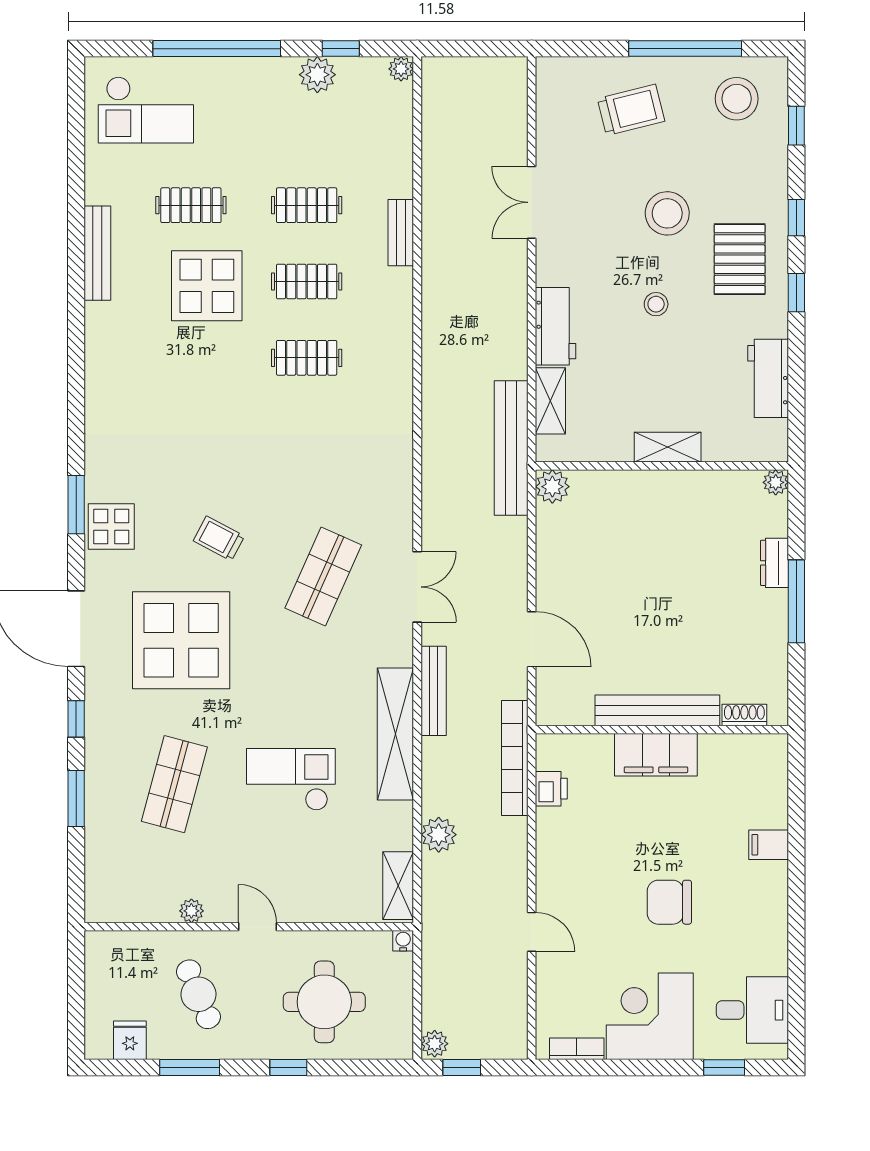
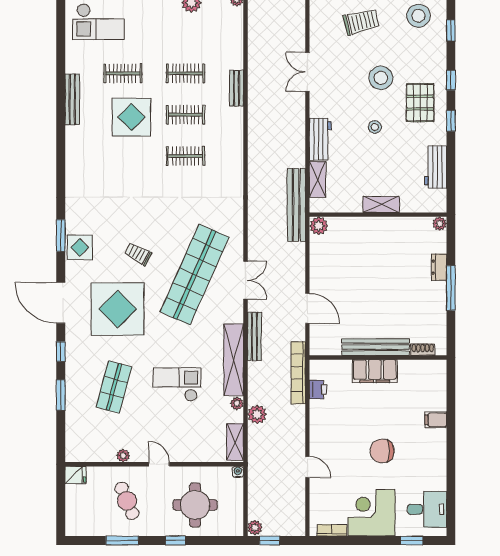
shop shelf: (323, 577) -> (195, 275), width x2.00, depth x1.36
plant: (402, 814) -> (237, 403), added
fridge: (130, 1040) -> (75, 475), moved, turned 90

